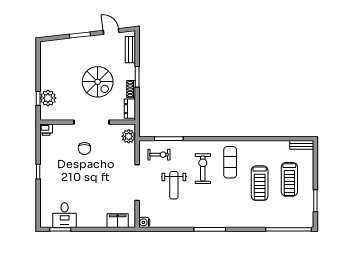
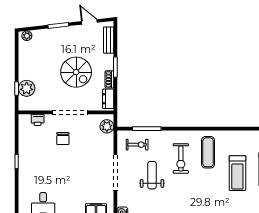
plant: (48, 45) -> (27, 36), added
printer: (46, 130) -> (38, 120), moved
exercise bike: (203, 169) -> (181, 158), turned 180
weight bench: (174, 185) -> (152, 175), turned 180

